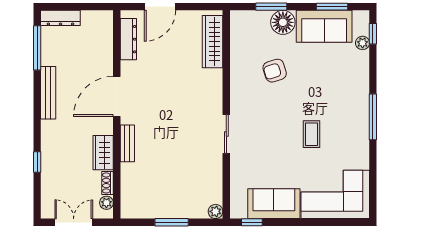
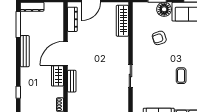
wardrobe: (103, 153) -> (57, 76), moved

